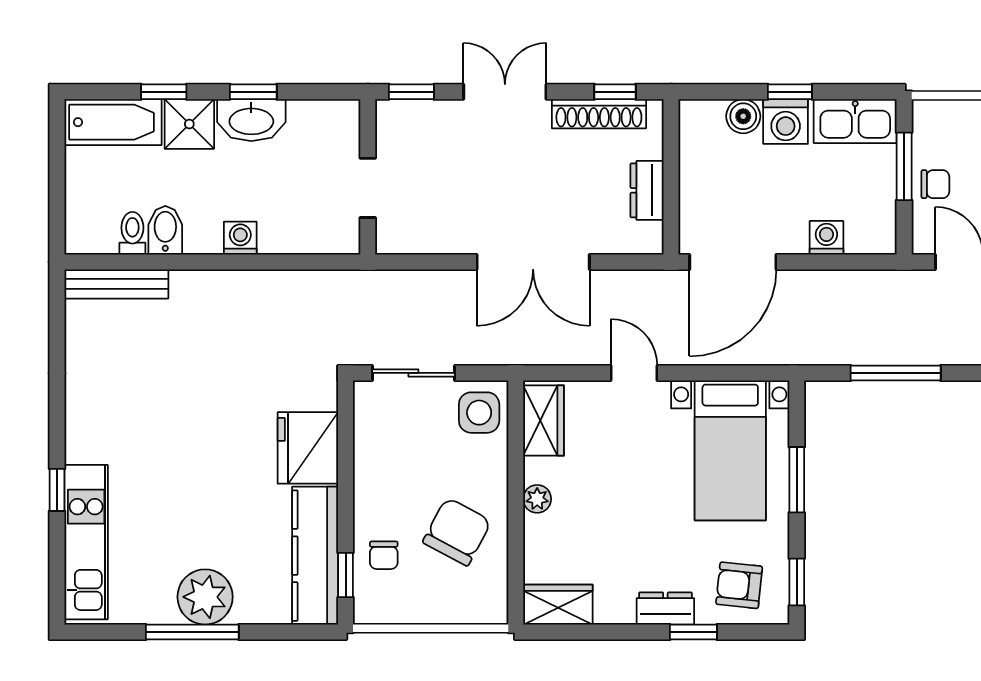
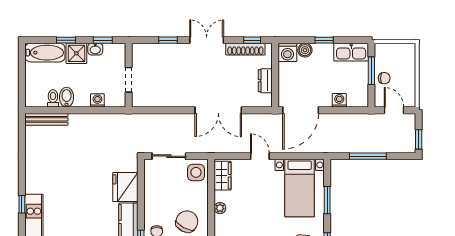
washbasin: (251, 120) -> (95, 49), width x0.52, depth x0.69
washing machine: (786, 122) -> (287, 52), moved
wall: (368, 177) -> (129, 75), moved
doorway: (368, 188) -> (129, 80), moved

